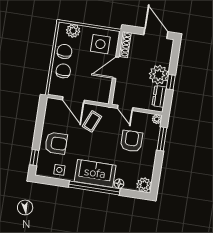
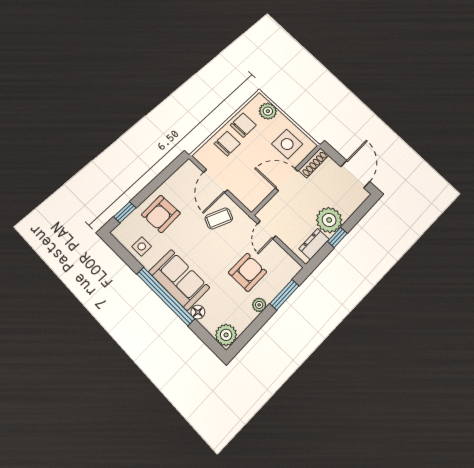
plant: (157, 119) -> (259, 305), moved
armchair: (56, 143) -> (161, 214), turned 88

